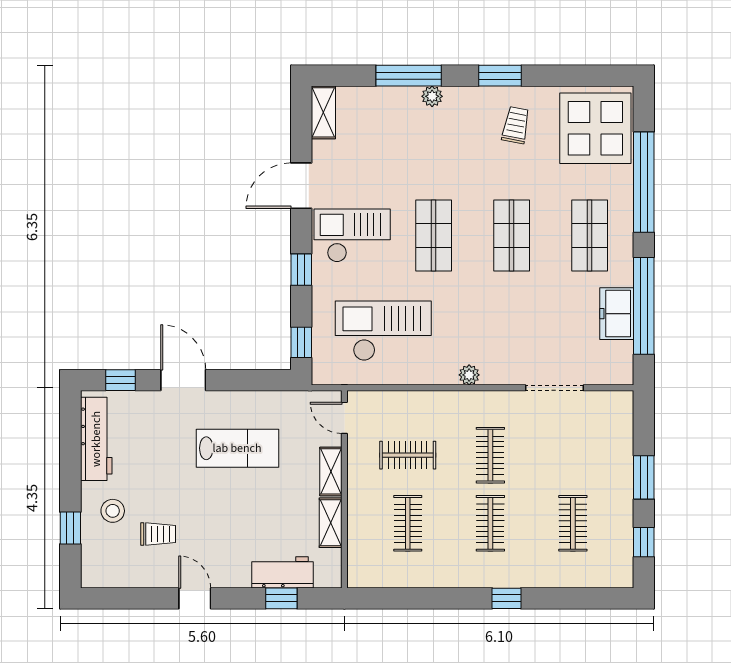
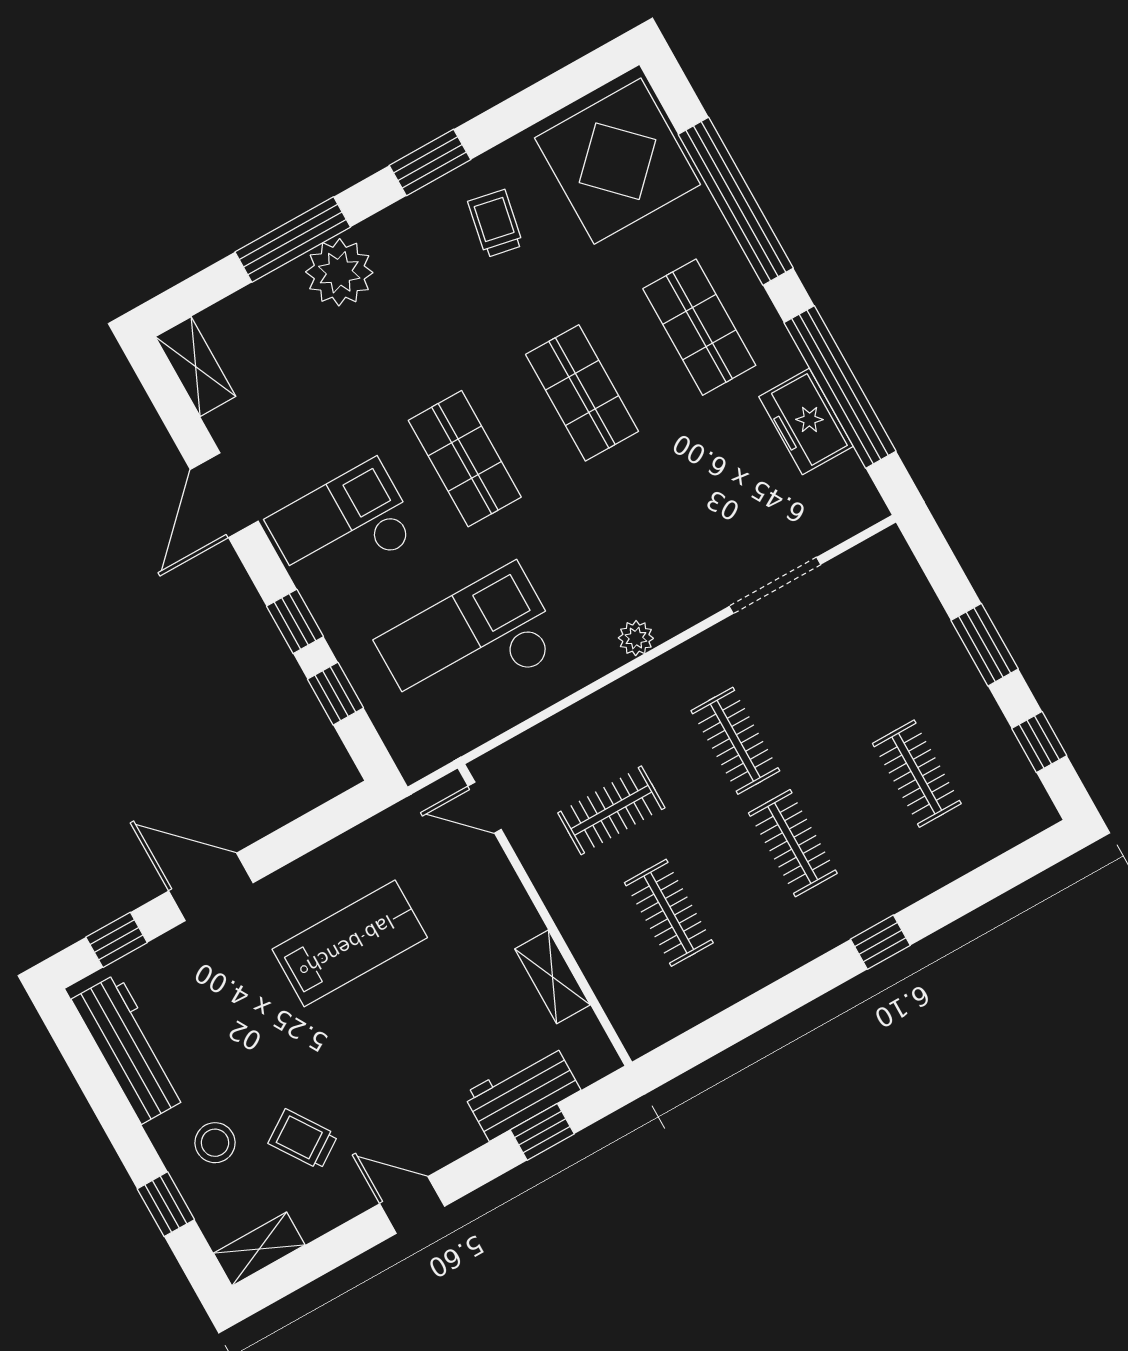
plant: (432, 96) -> (339, 272), width x1.87, depth x1.87
window: (301, 342) -> (335, 694), moved
shelving: (331, 471) -> (259, 1249), moved, turned 90
trolley: (158, 534) -> (303, 1139), turned -124

